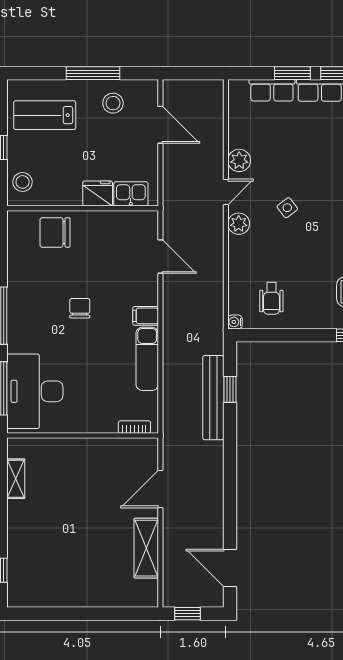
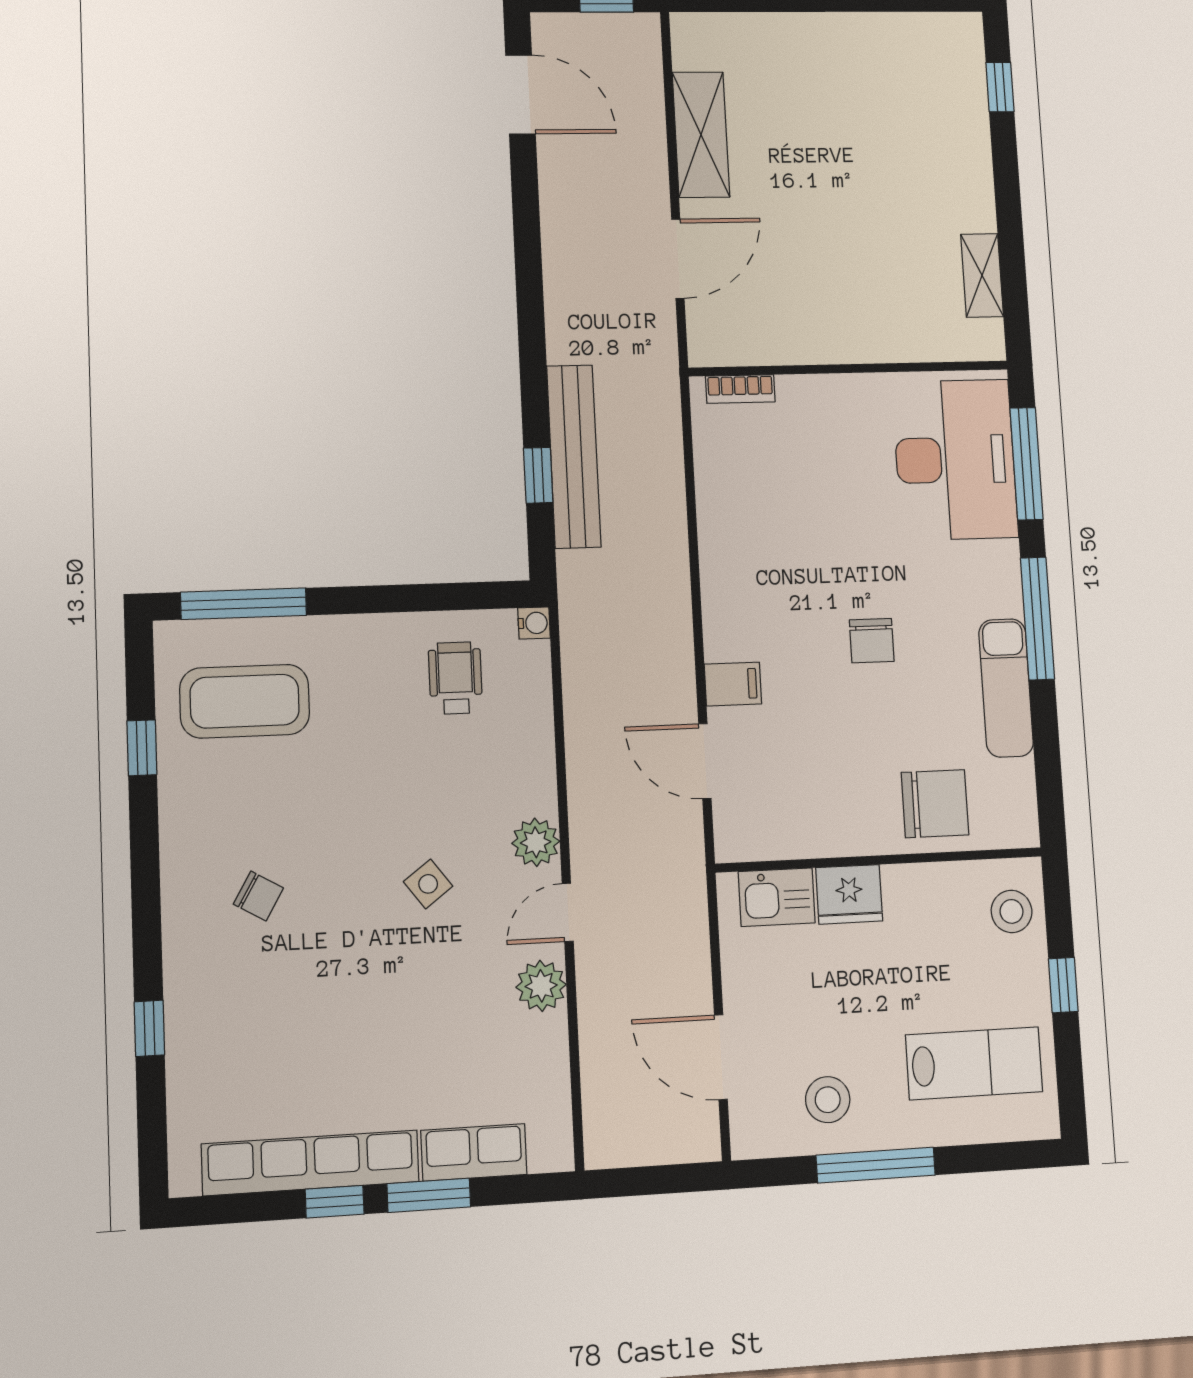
filing cabinet: (146, 316) -> (733, 684), moved
exam couch: (147, 359) -> (1006, 688), moved, turned 180

